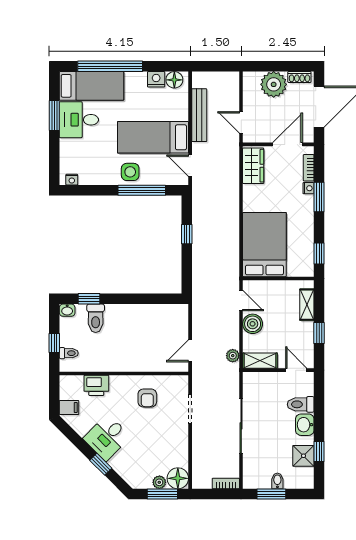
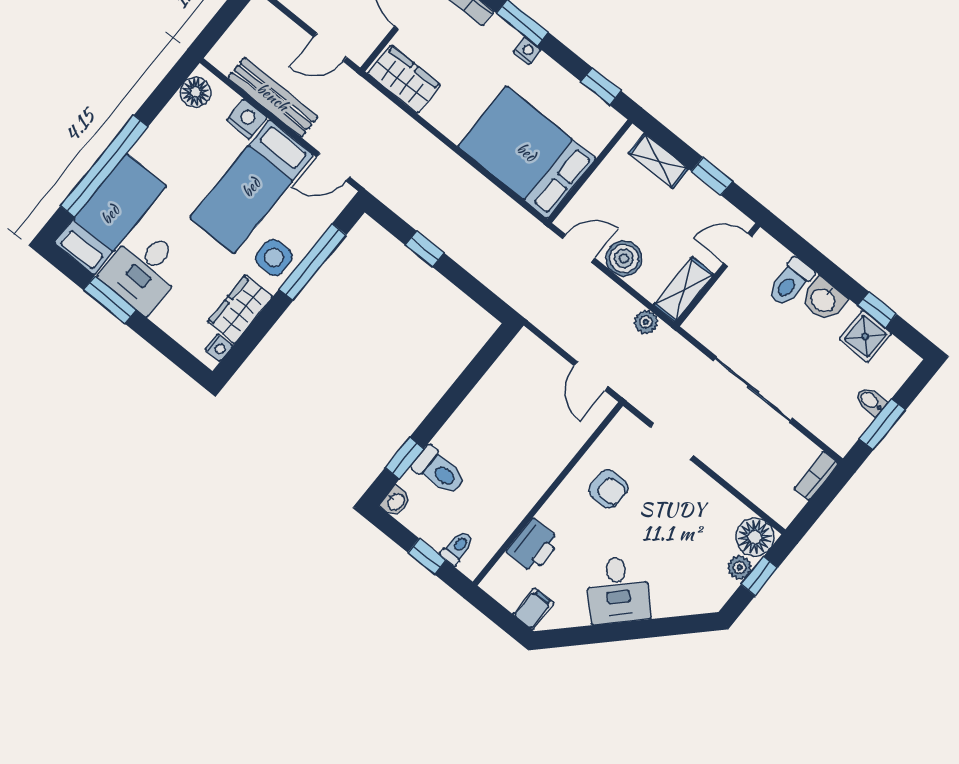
nightstand: (156, 79) -> (247, 119), moved, turned 90
wardrobe: (96, 175) -> (240, 309), added
nightstand: (309, 188) -> (527, 51), moved
window: (101, 464) -> (648, 629), removed
window: (162, 494) -> (759, 576), width x0.67

